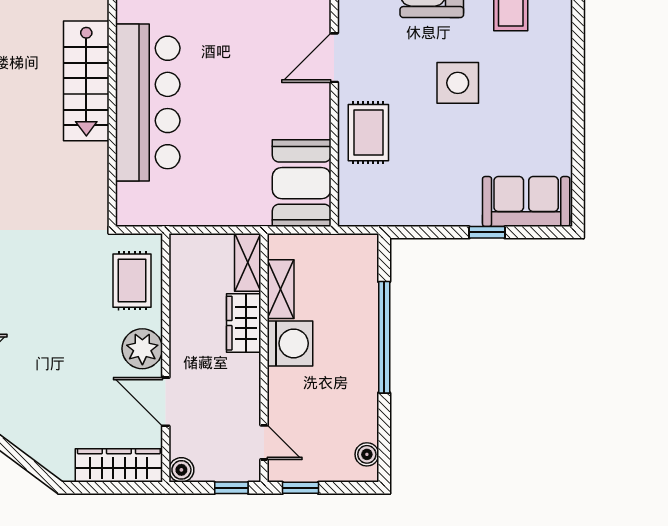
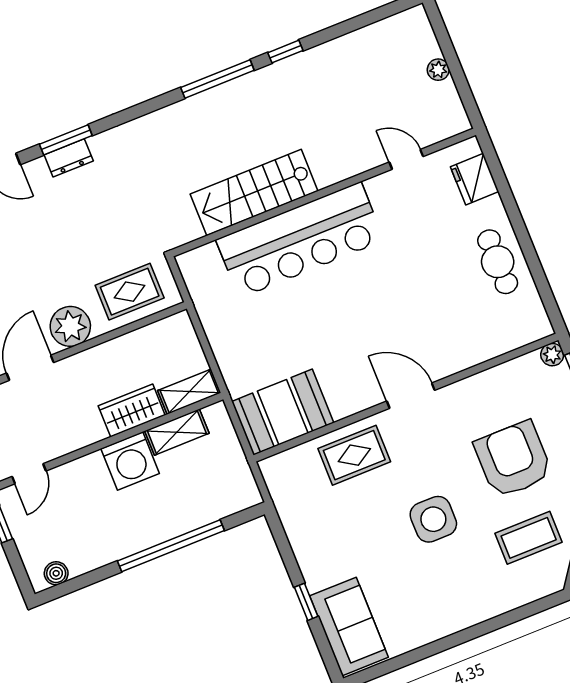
stairs: (86, 81) -> (254, 192), moved

